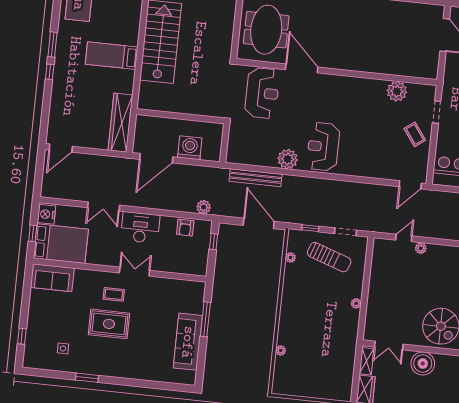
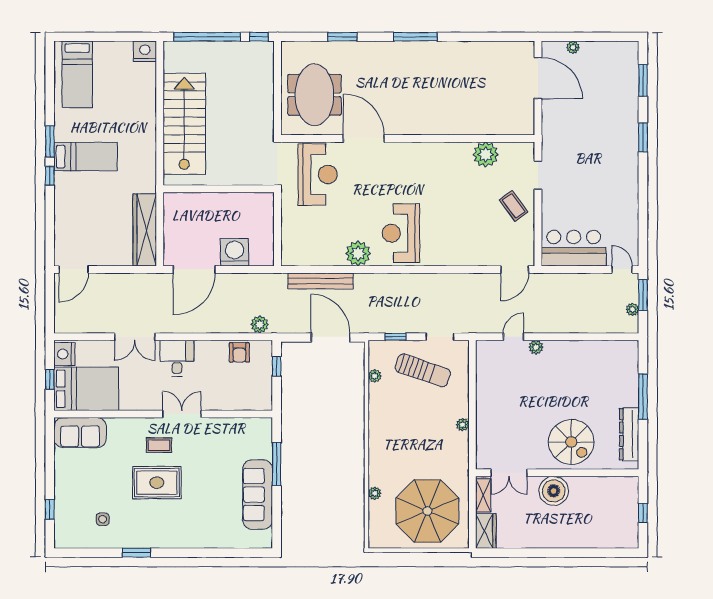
bed: (112, 56) -> (86, 157), moved, turned 180
wall: (180, 116) -> (219, 189), moved
desk: (140, 228) -> (177, 358), width x0.73
parasol: (321, 369) -> (427, 511), added

